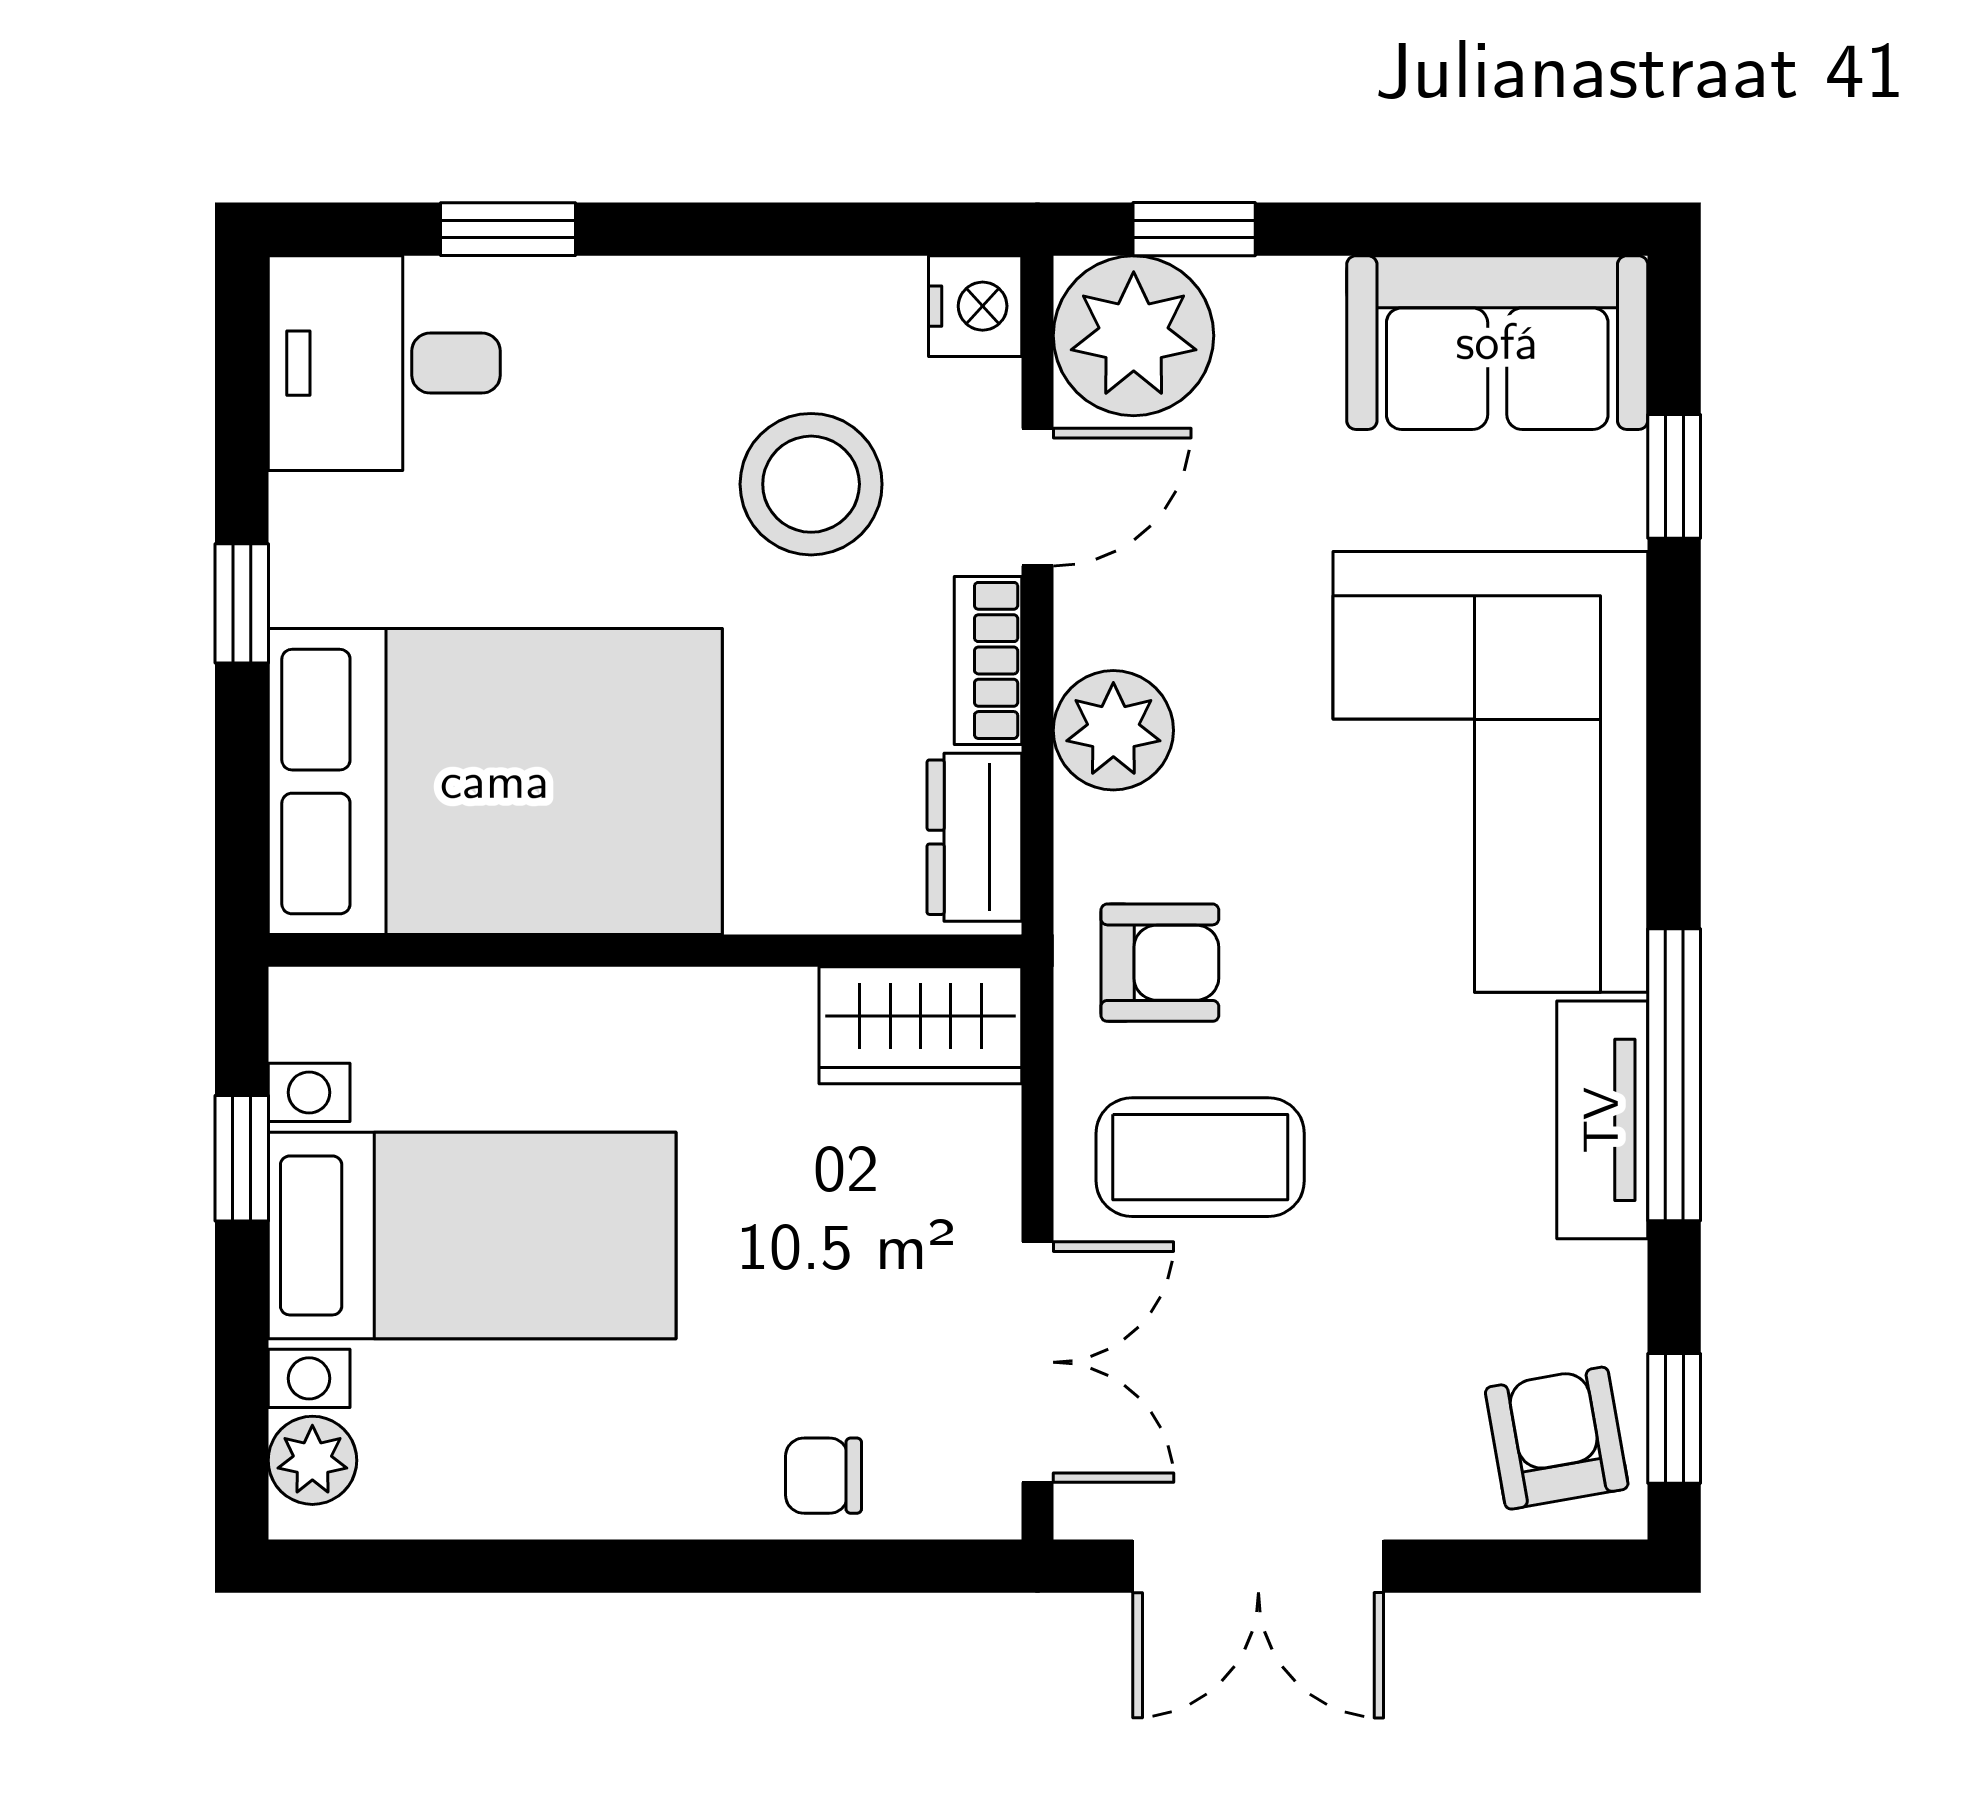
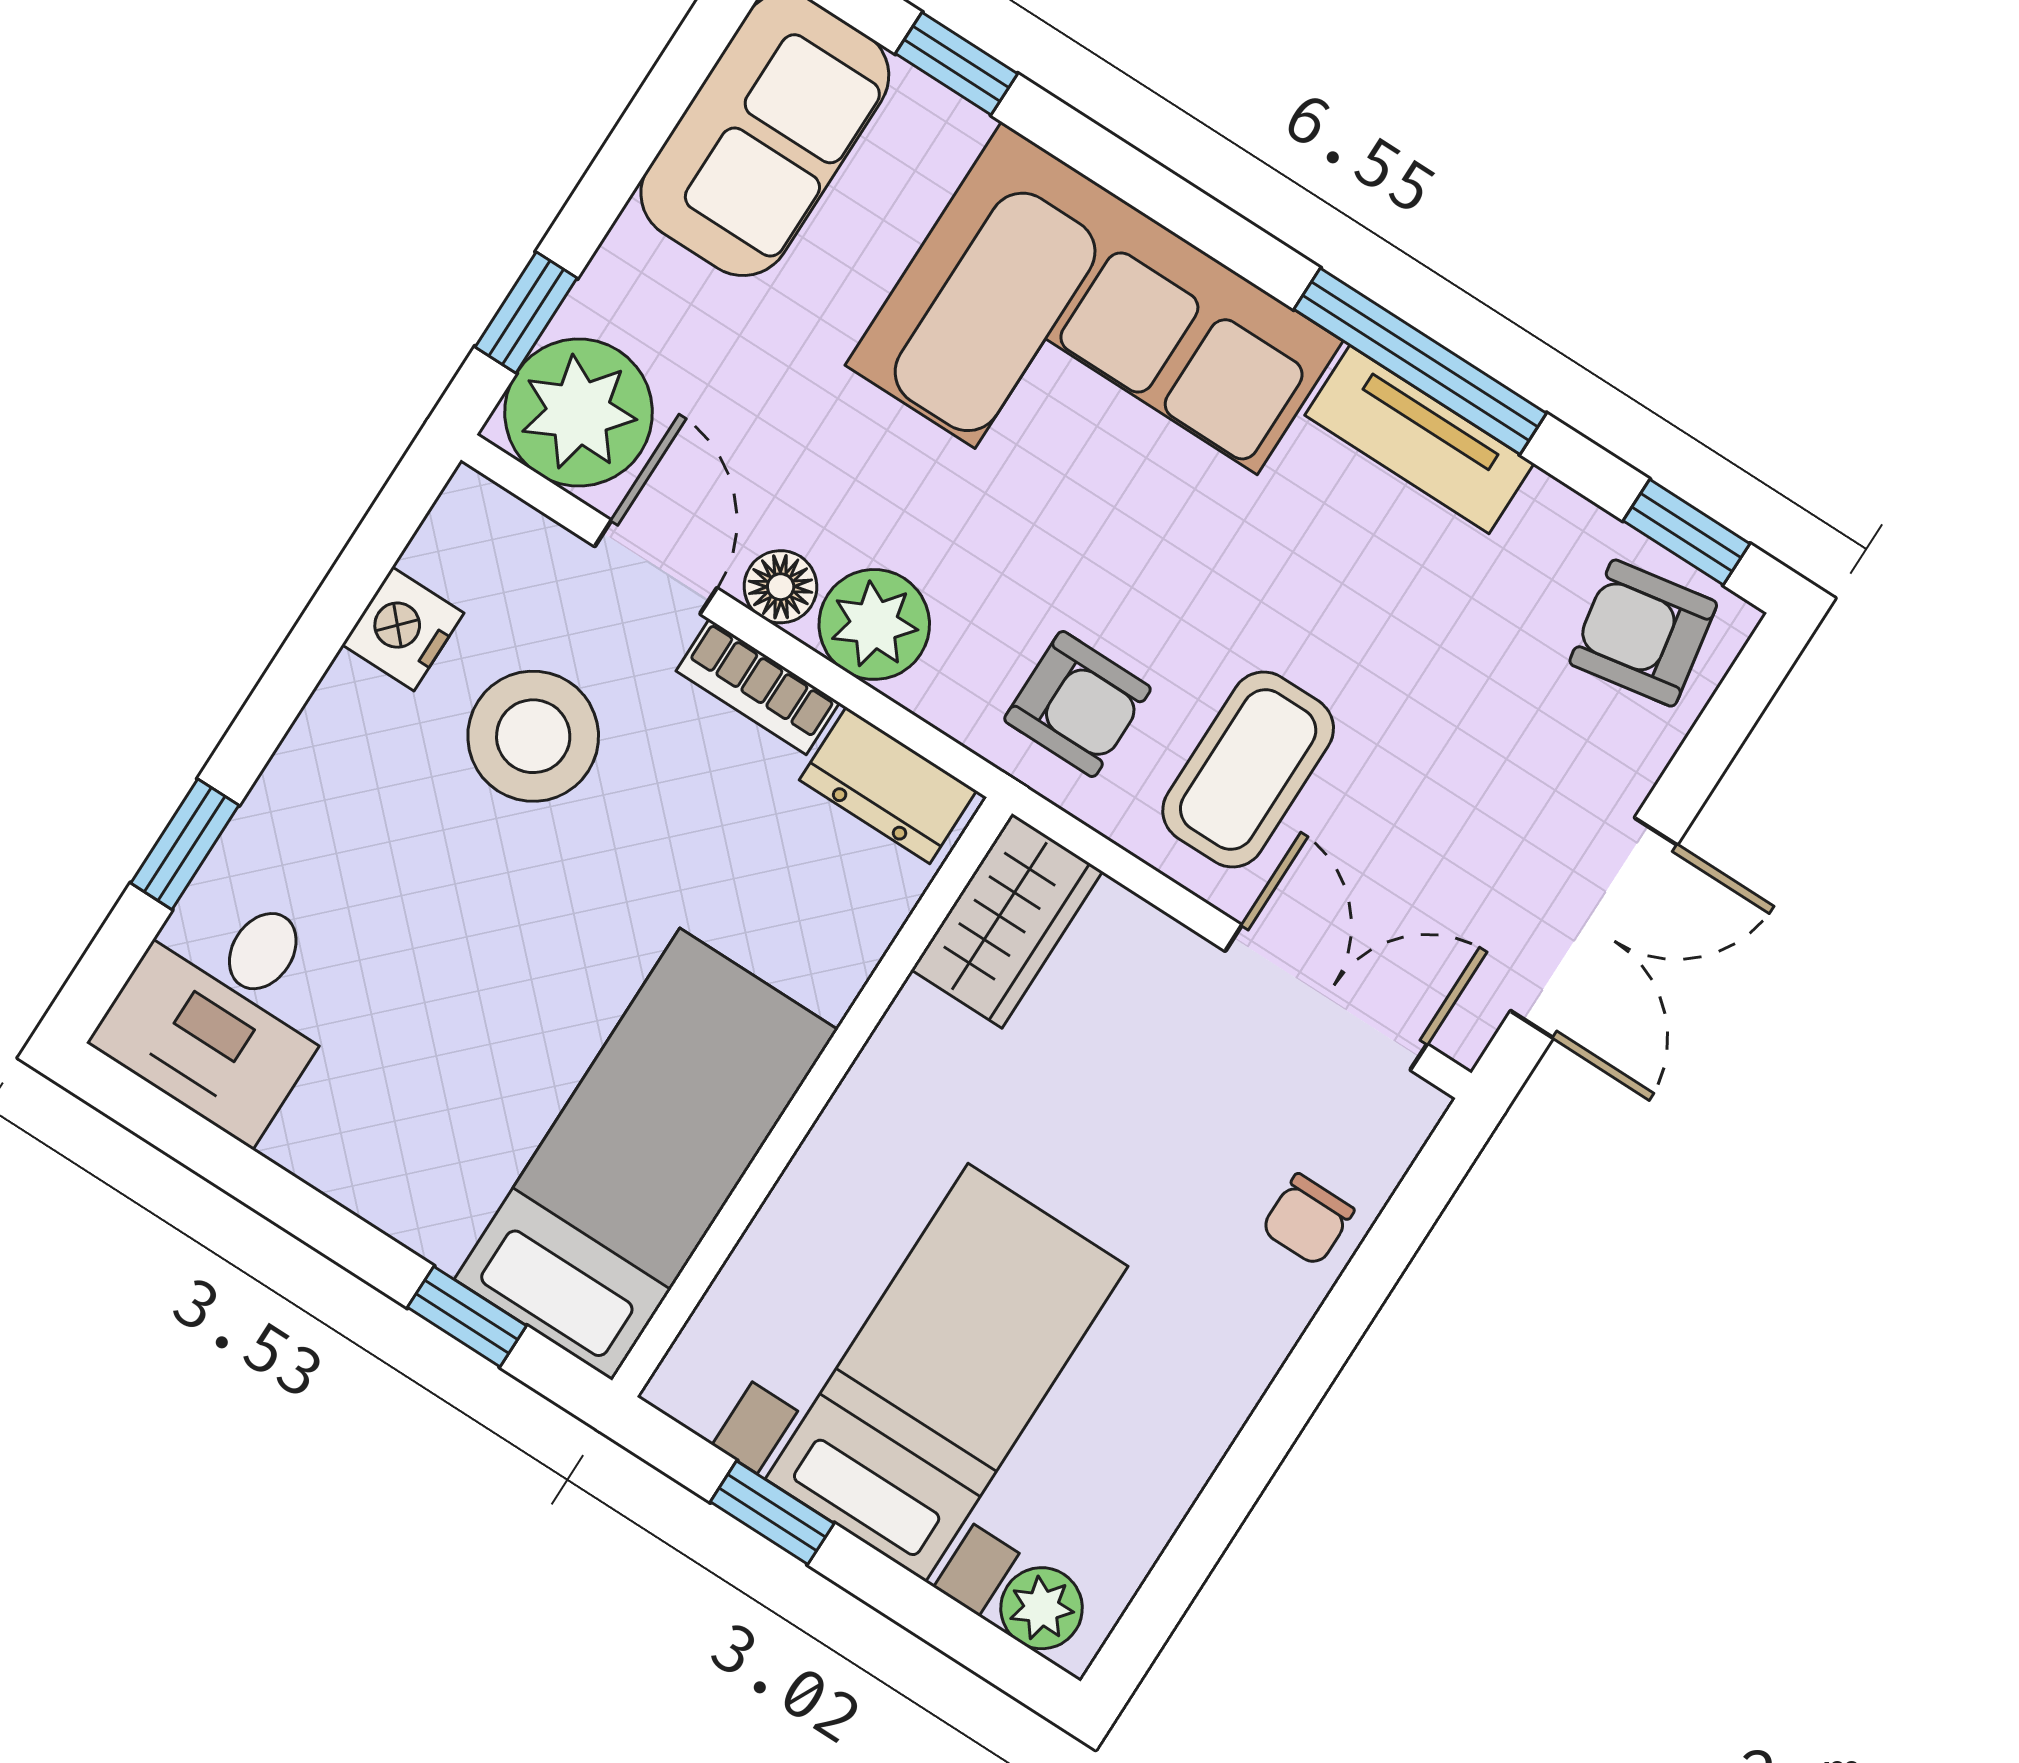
nightstand: (975, 306) -> (403, 629), moved, turned -90
window: (242, 603) -> (467, 1317), moved
floor lamp: (1093, 623) -> (781, 587), added
bed: (495, 782) -> (646, 1154), width x0.67
armchair: (1160, 963) -> (1077, 704), turned 90

